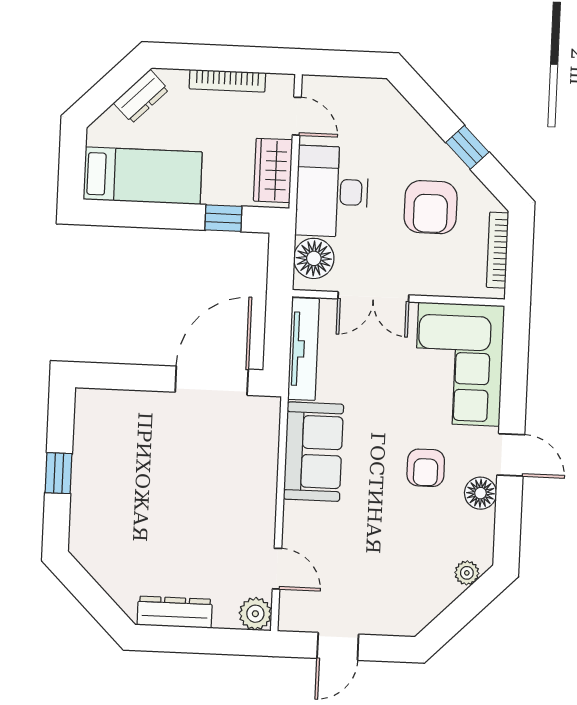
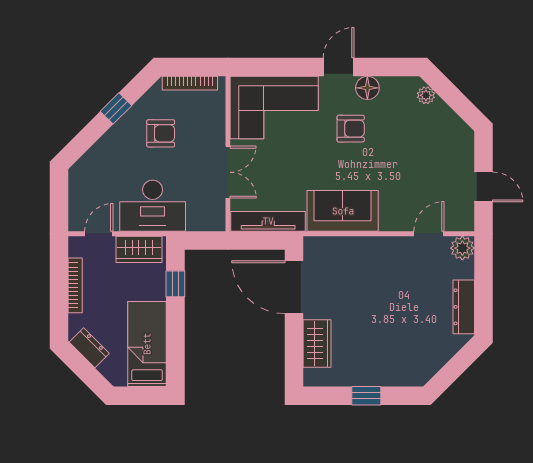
armchair: (431, 207) -> (161, 133), width x0.72, depth x0.72
floor lamp: (314, 258) -> (202, 217), removed
wardrobe: (133, 409) -> (317, 343), added

